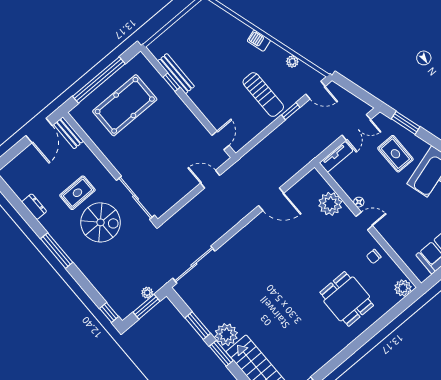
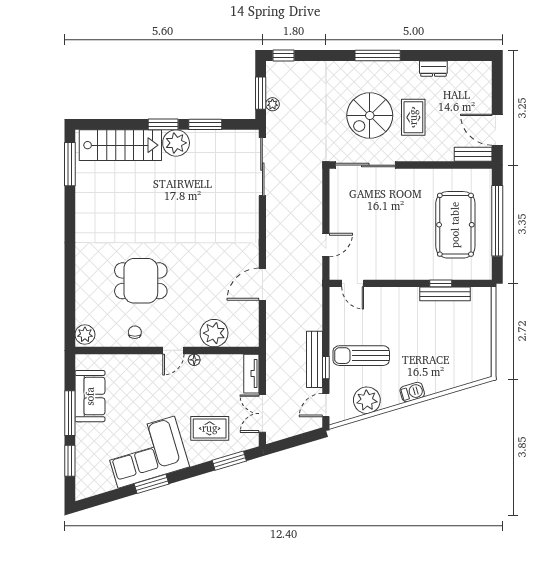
plant: (292, 62) -> (367, 400), width x1.88, depth x1.88
bench: (292, 123) -> (314, 359), added
dining table: (347, 299) -> (141, 281), moved

